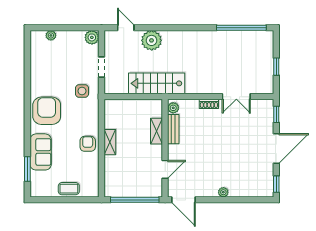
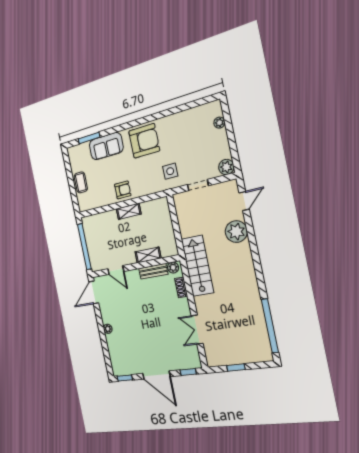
stairs: (157, 83) -> (197, 266), moved
shoe rack: (209, 104) -> (181, 287), moved

